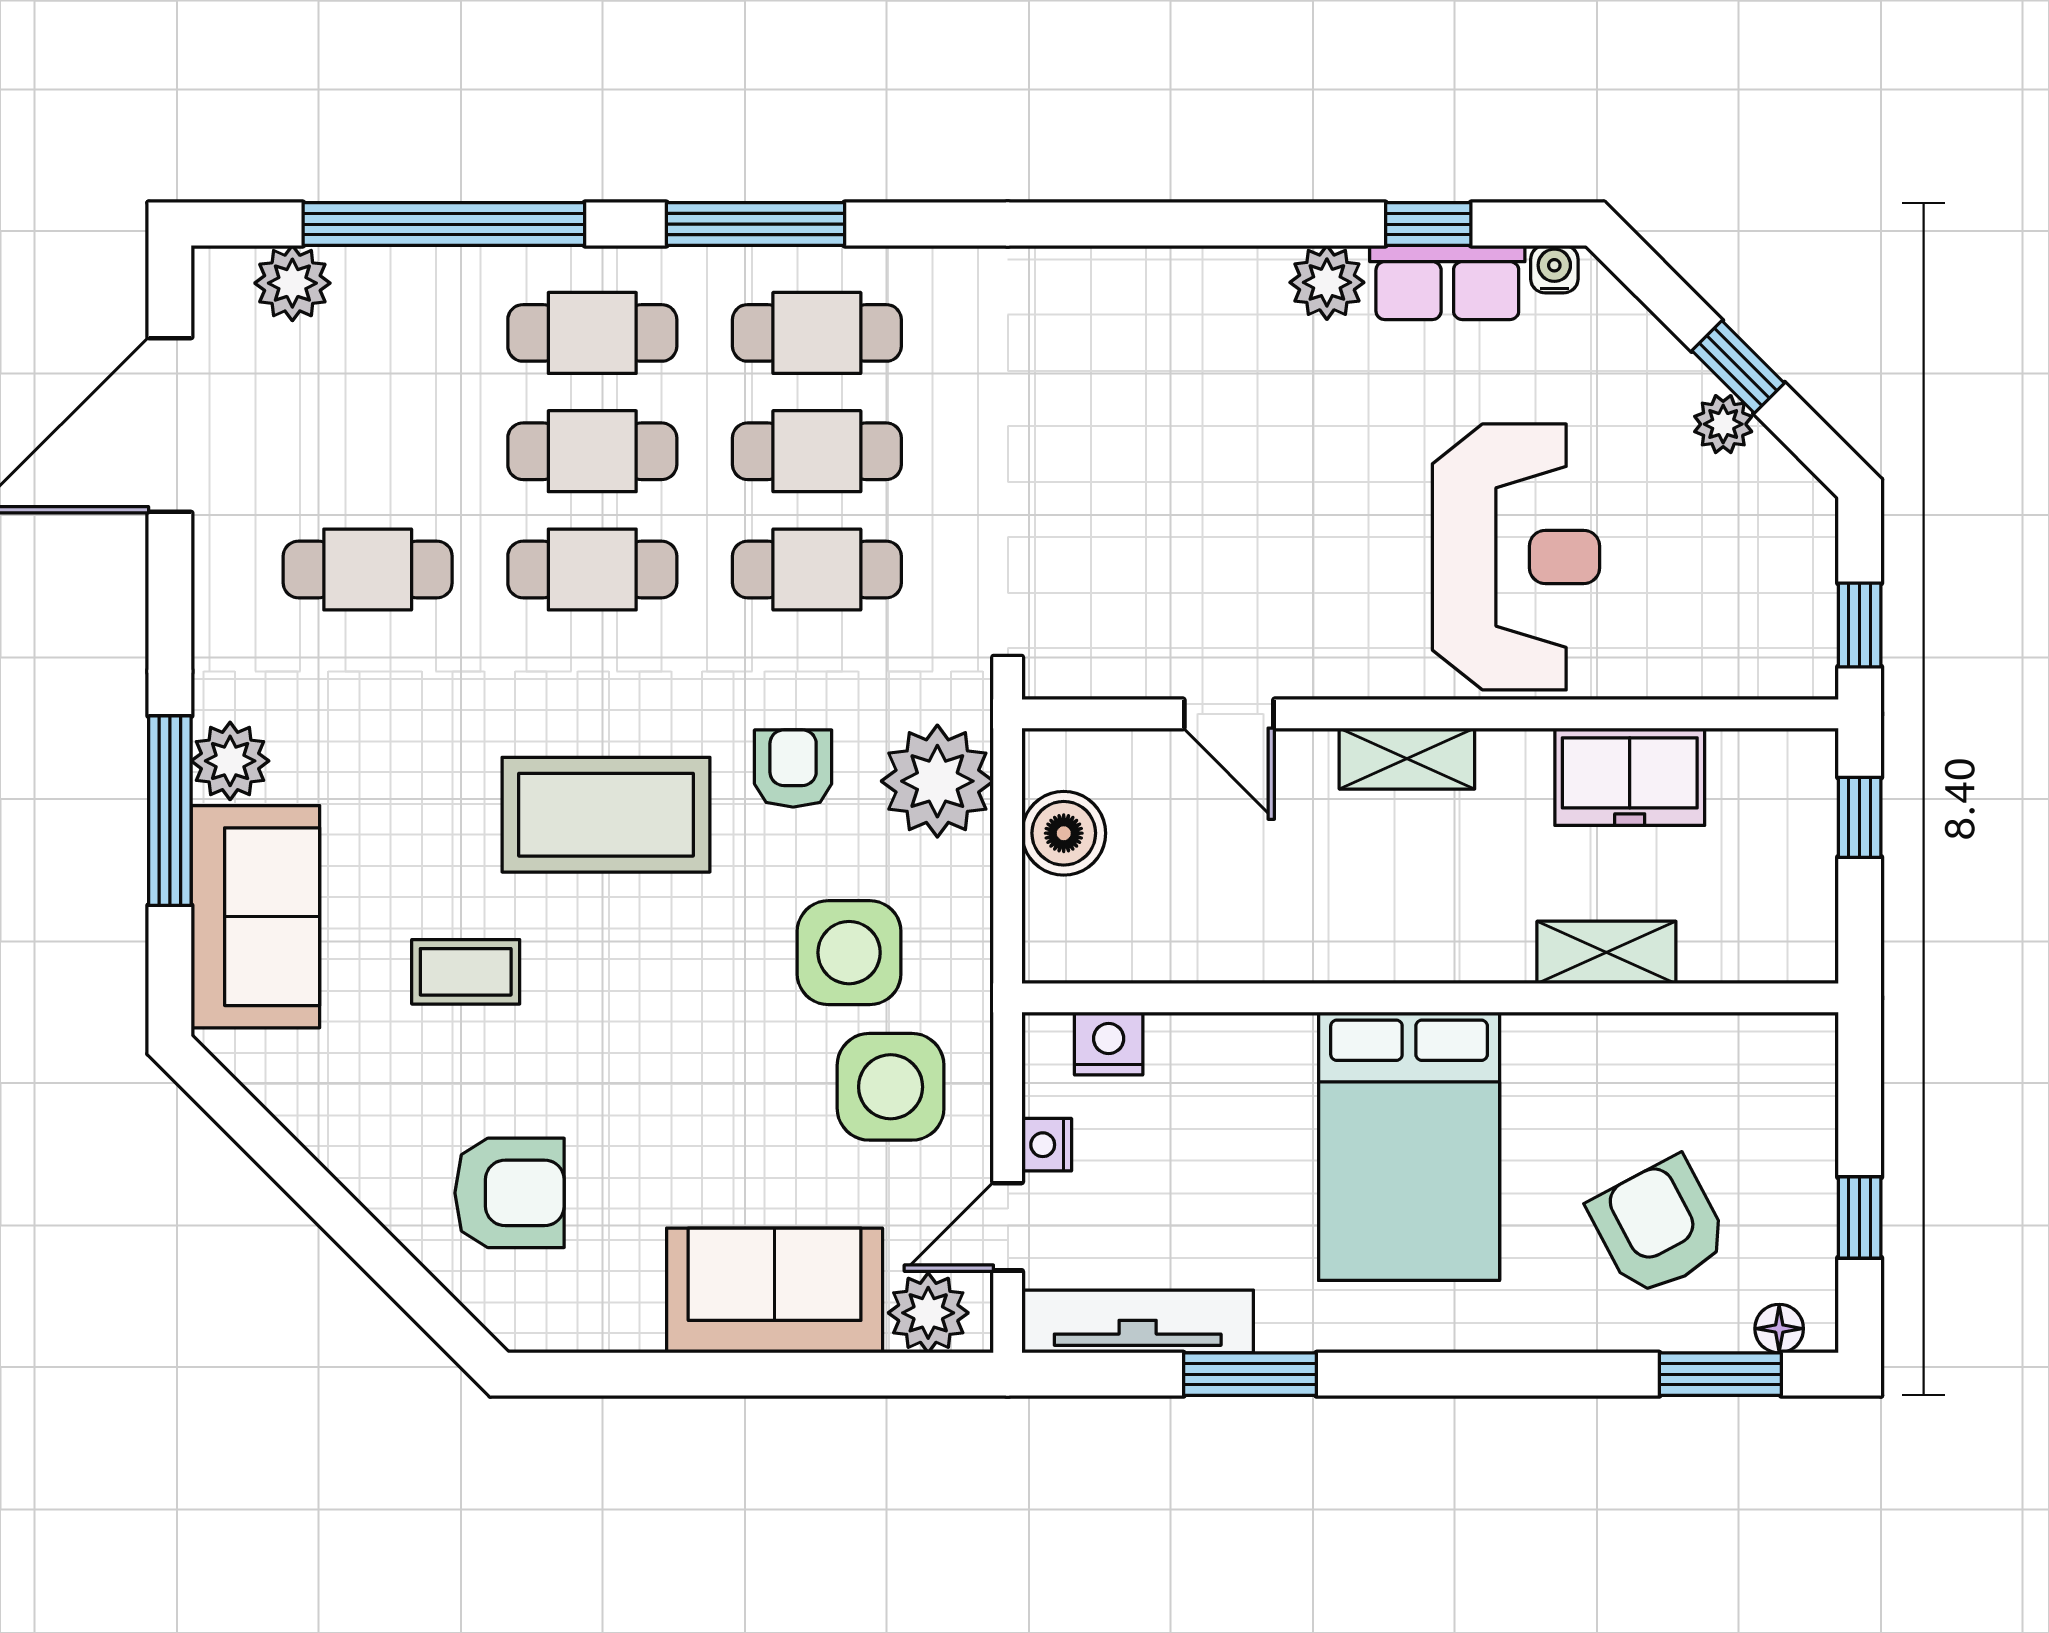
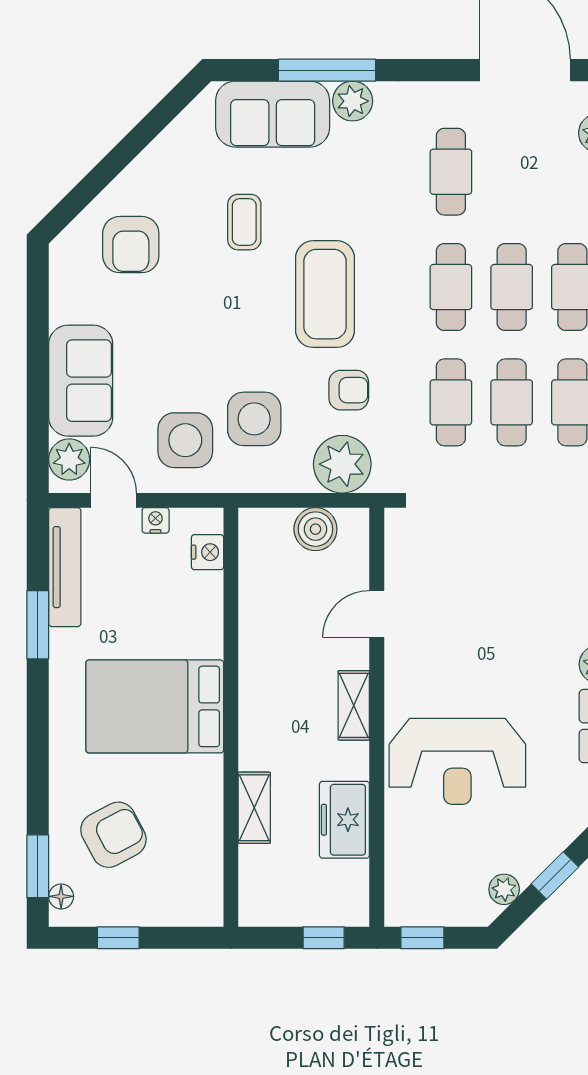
plant: (1723, 424) -> (504, 889), moved

